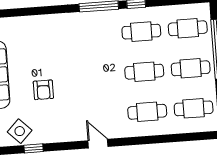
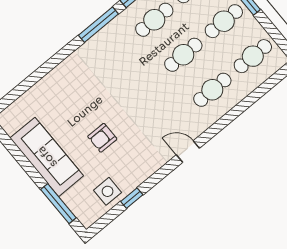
armchair: (43, 90) -> (102, 138), turned 90
side table: (20, 131) -> (108, 191), turned 45

